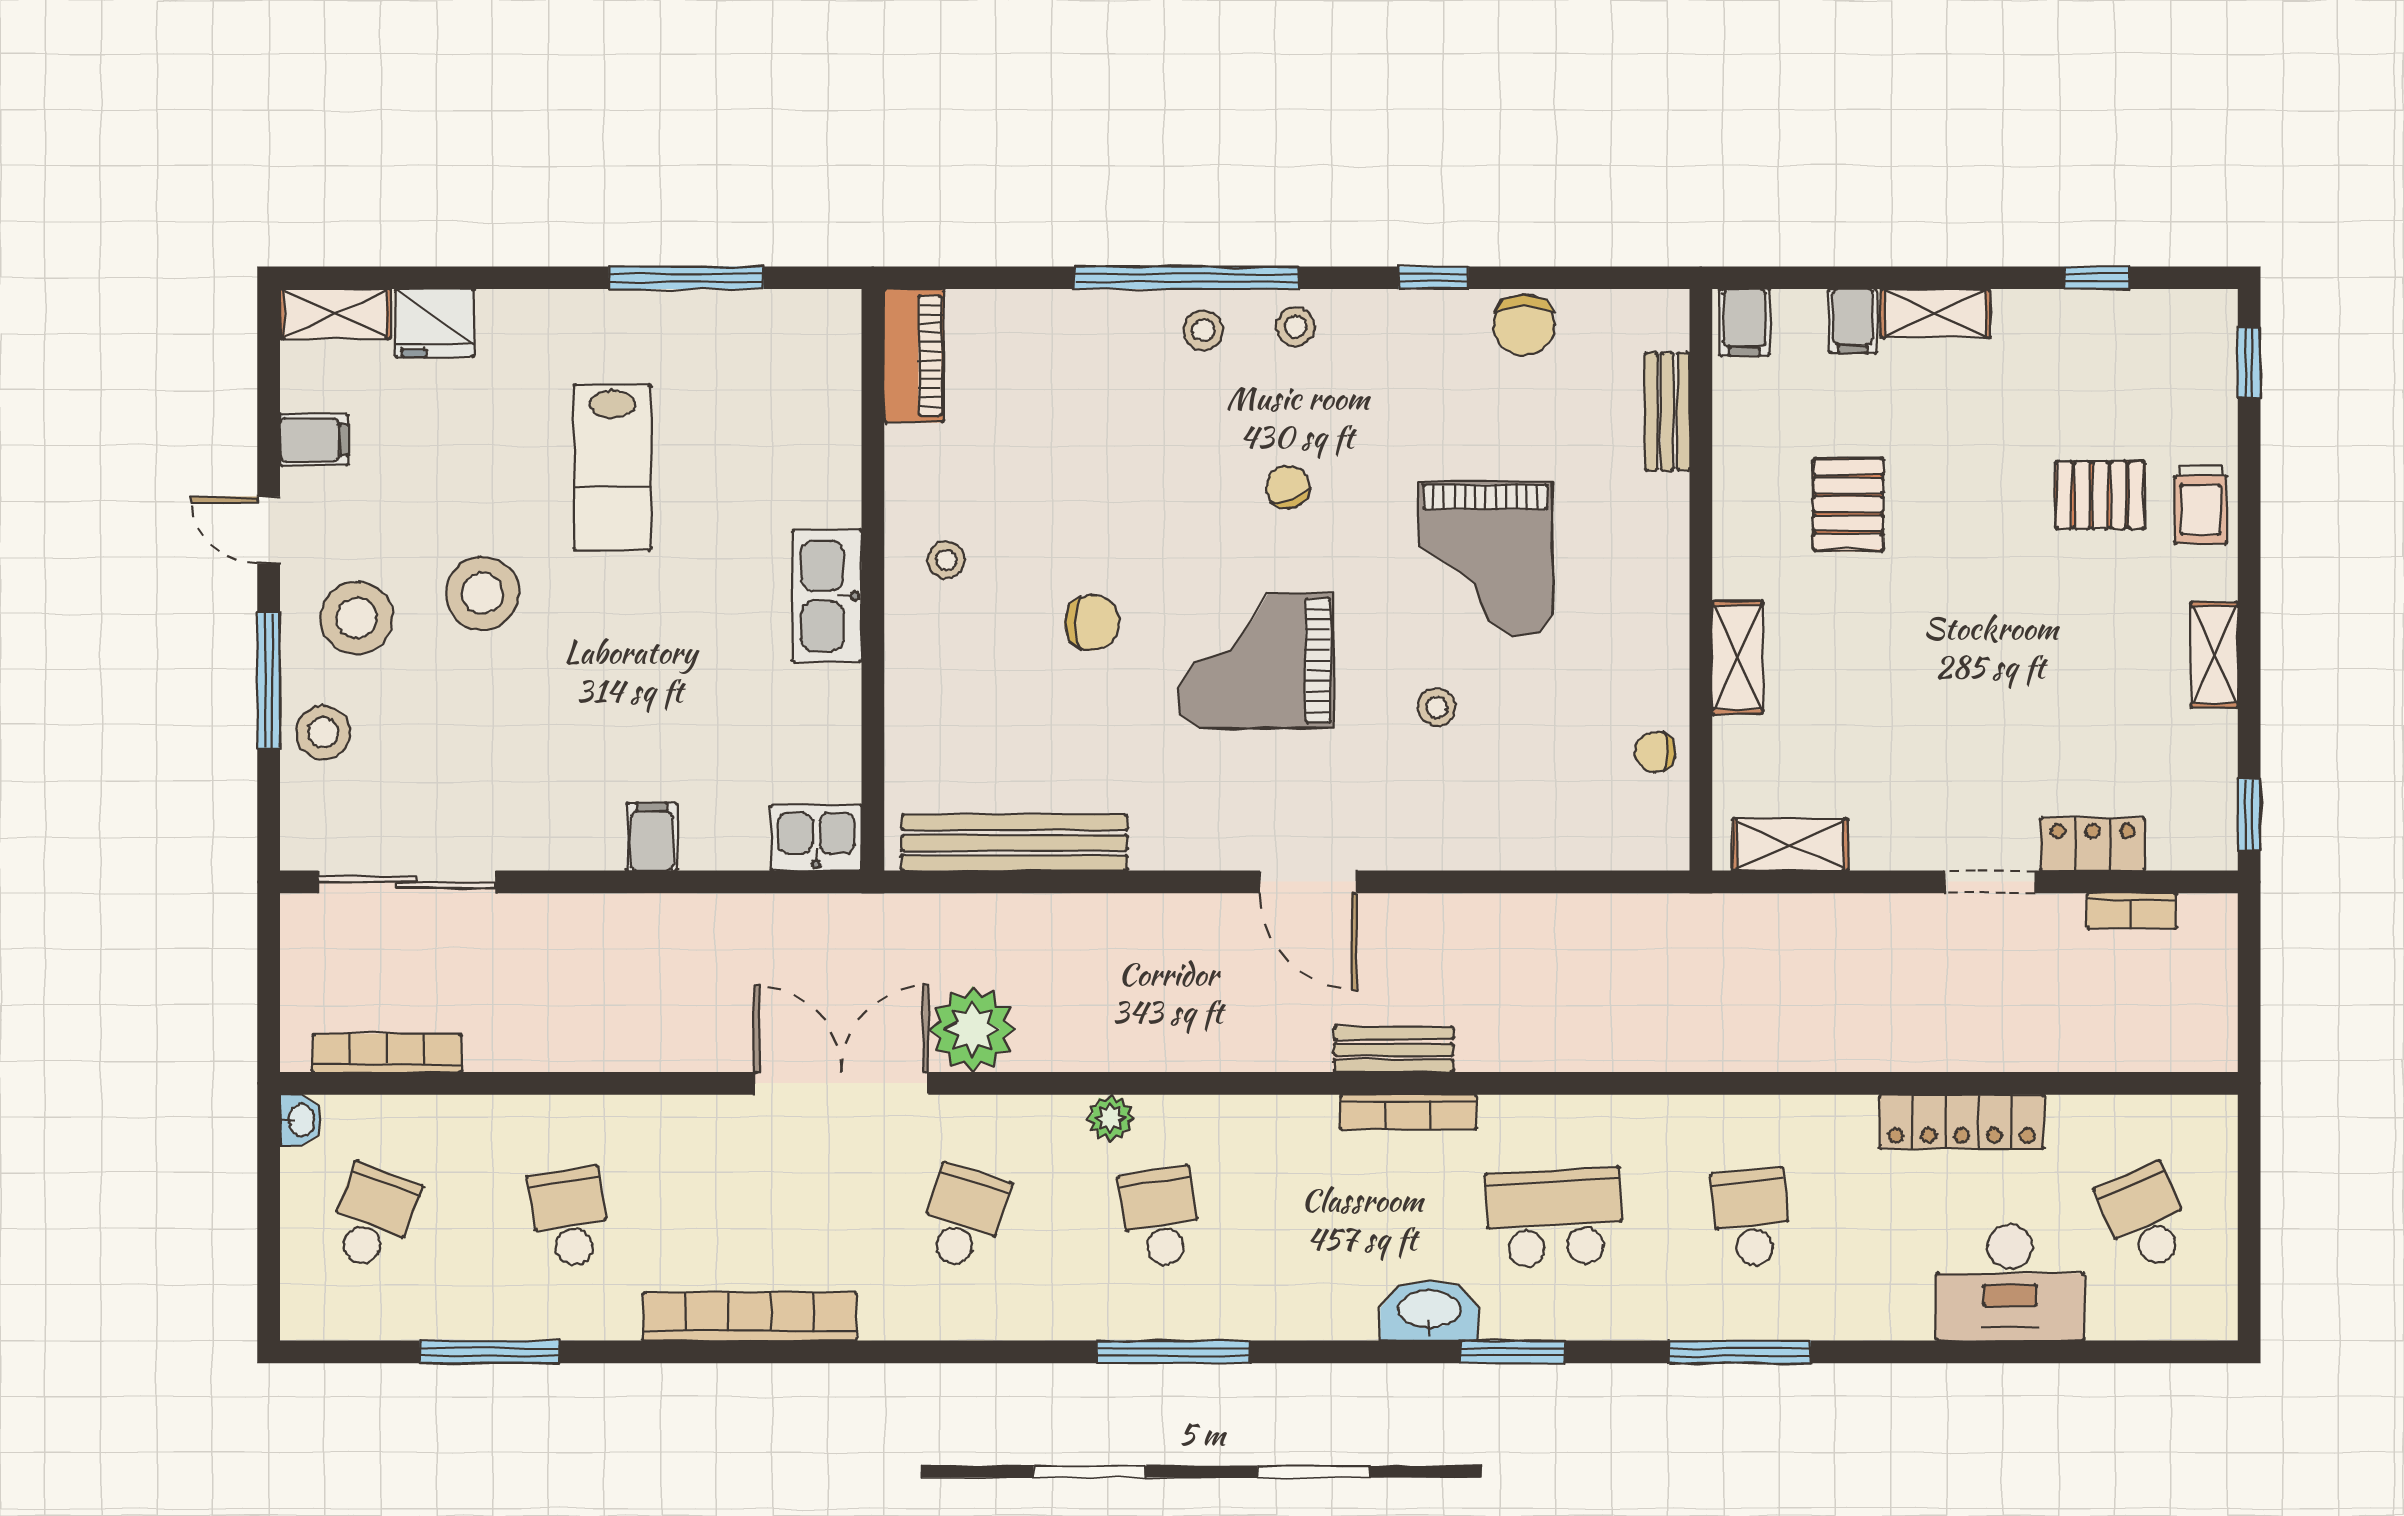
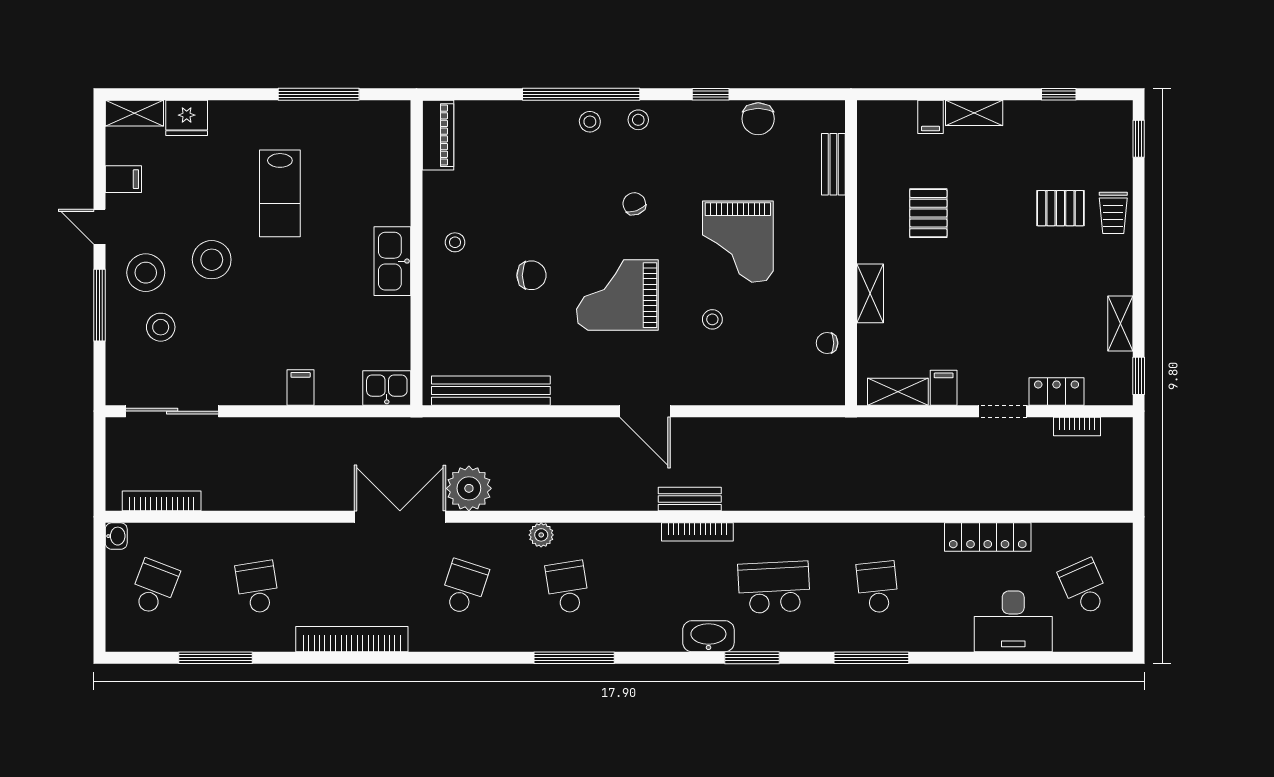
filing cabinet: (1744, 322) -> (944, 388), moved, turned 180
shelving: (2214, 655) -> (1120, 324), moved
stool: (323, 732) -> (161, 327), moved

